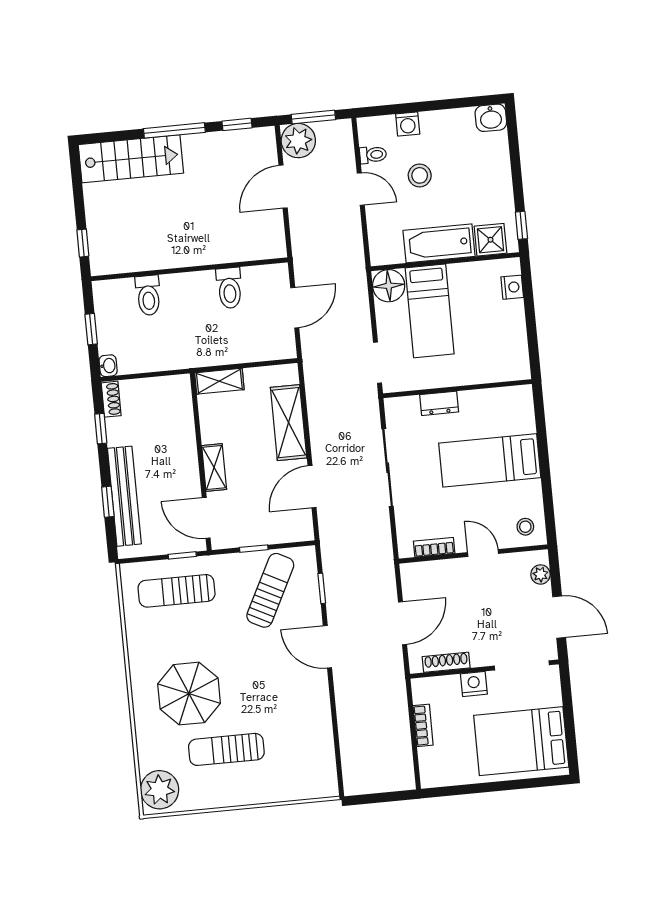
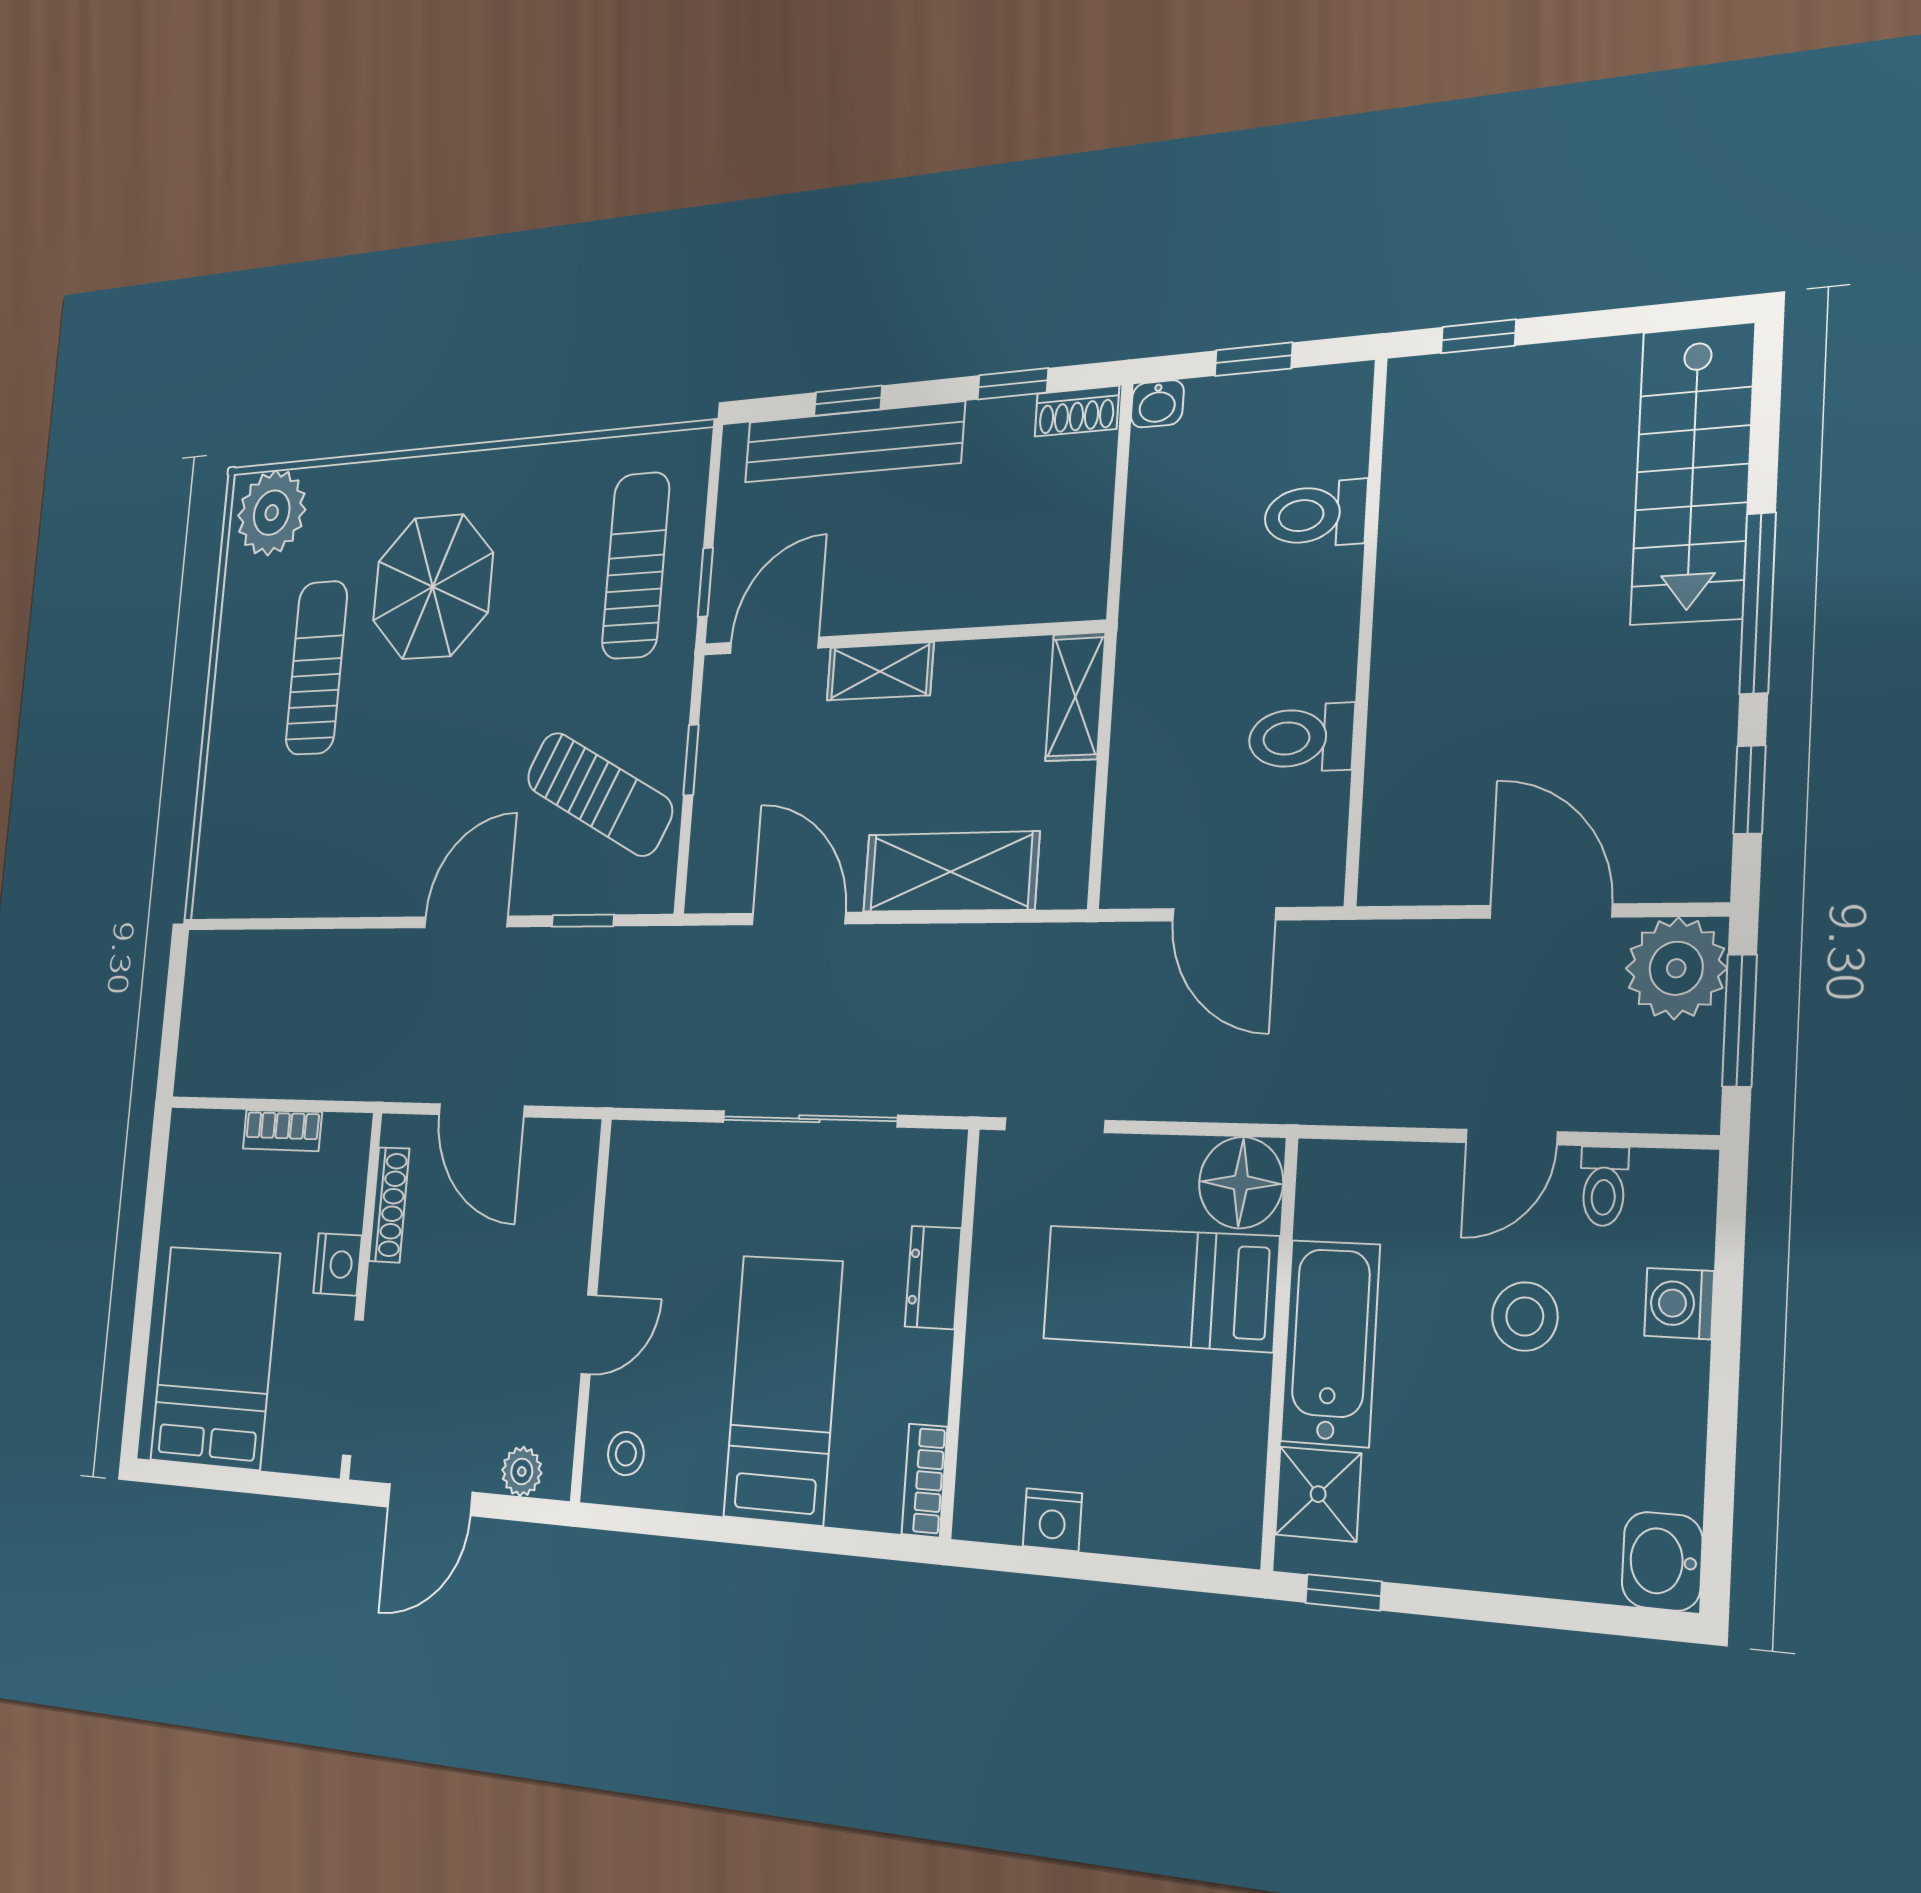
nightstand: (512, 287) -> (1052, 1520), moved
bookcase: (434, 547) -> (924, 1480), moved, turned 180

